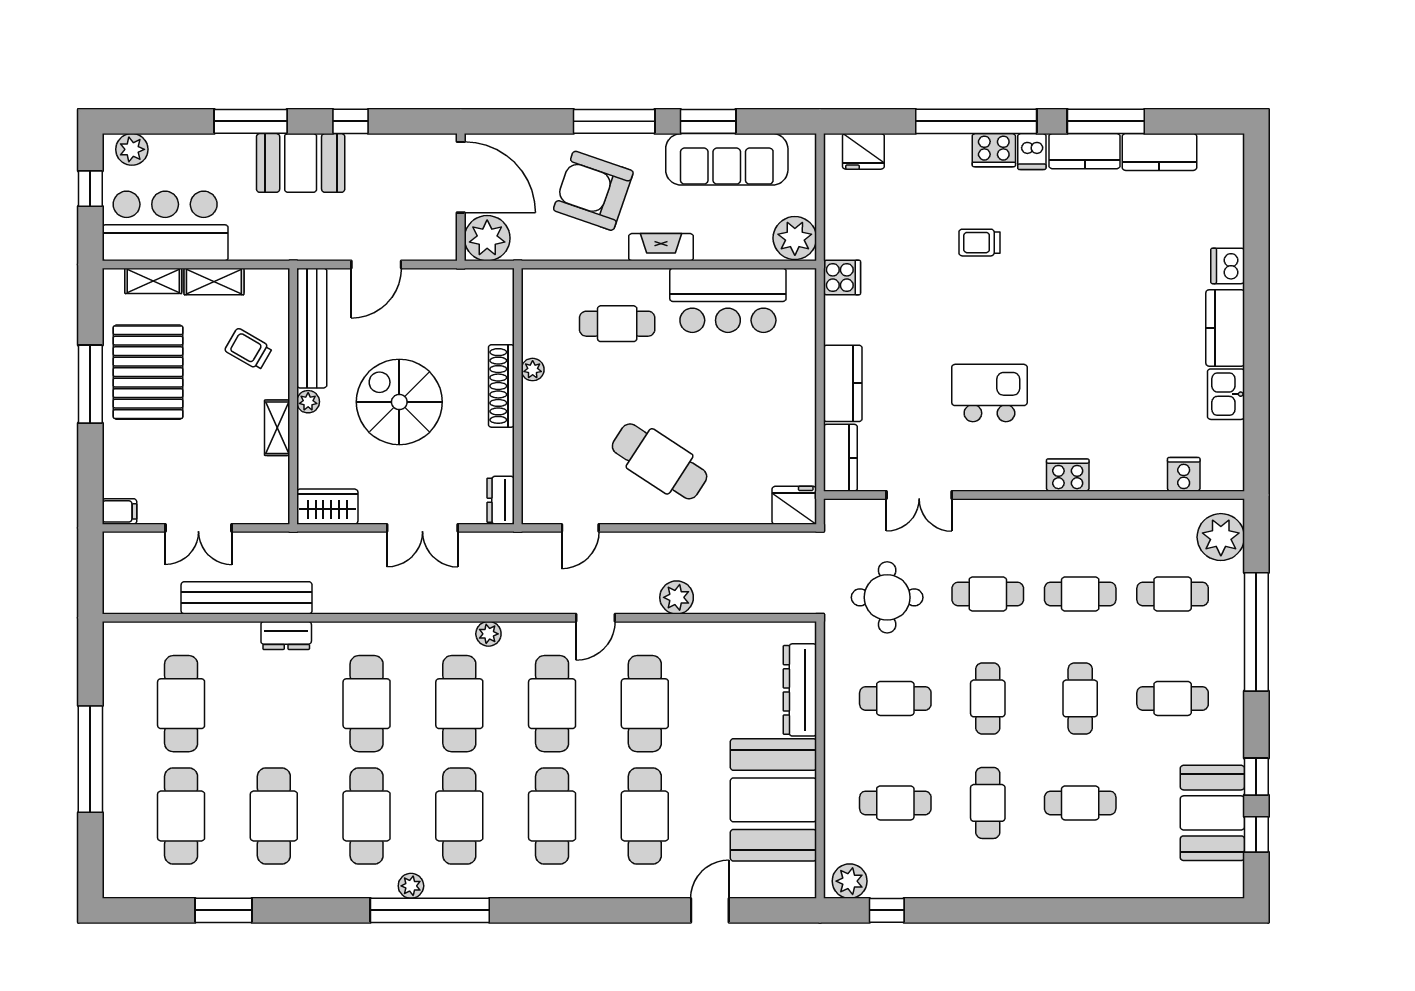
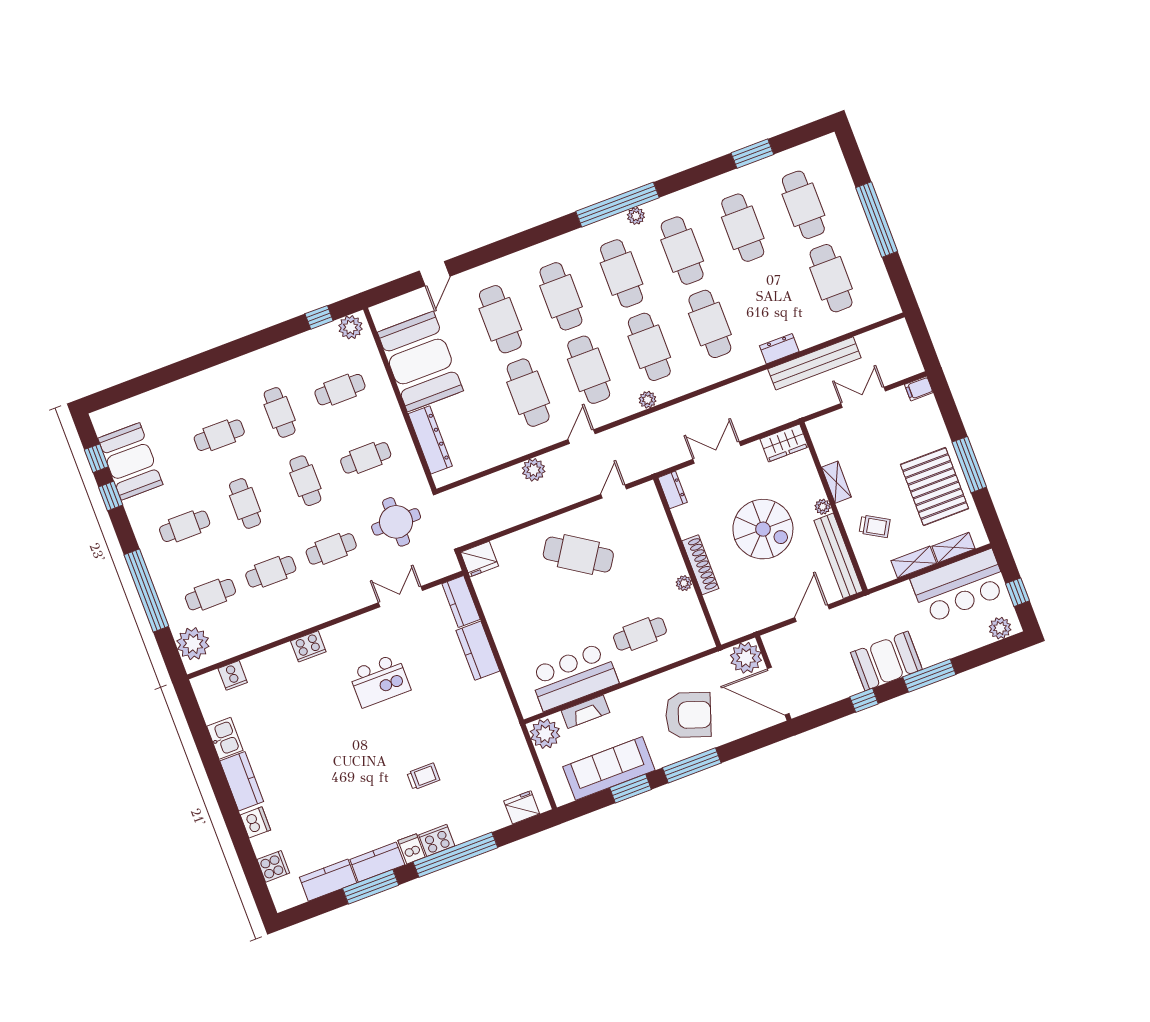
fireplace: (661, 247) -> (586, 712), moved
cooker: (842, 277) -> (273, 866), moved, turned 180

